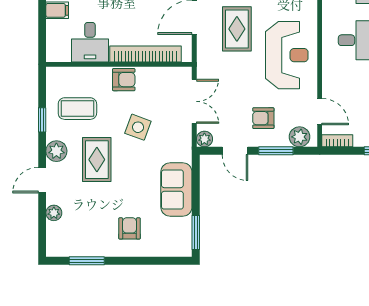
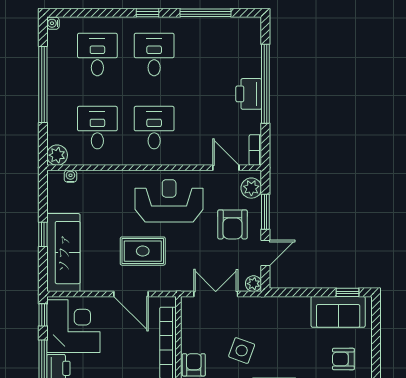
door: (320, 112) -> (226, 168), hinge flipped
armchair: (263, 118) -> (232, 224), width x1.38, depth x1.38
sofa: (176, 189) -> (338, 312), moved
window: (196, 232) -> (348, 292), width x0.67

